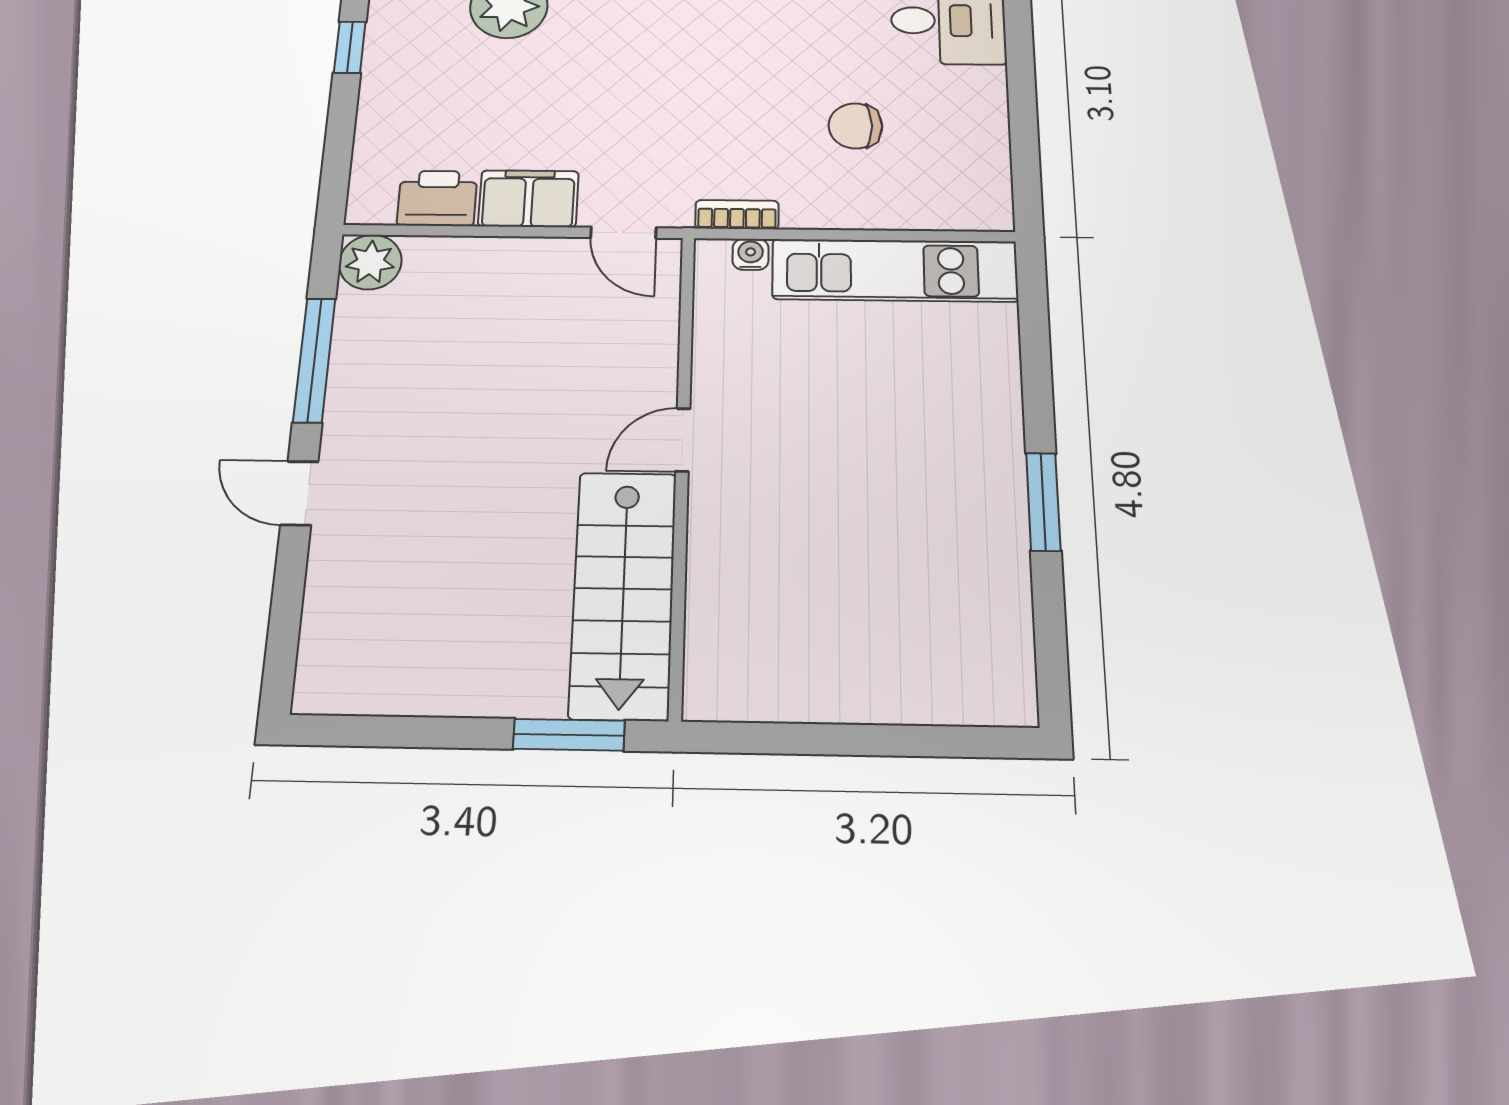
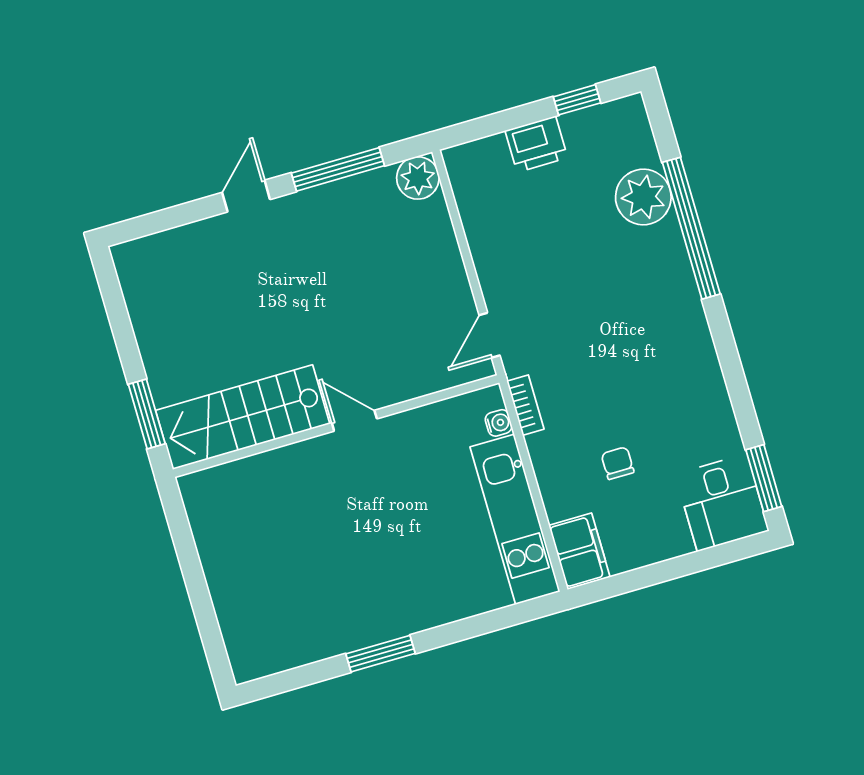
chair: (855, 126) -> (618, 463), width x0.73, depth x0.73
printer: (437, 198) -> (536, 144), moved, turned 90
filing cabinet: (528, 199) -> (579, 551), moved

